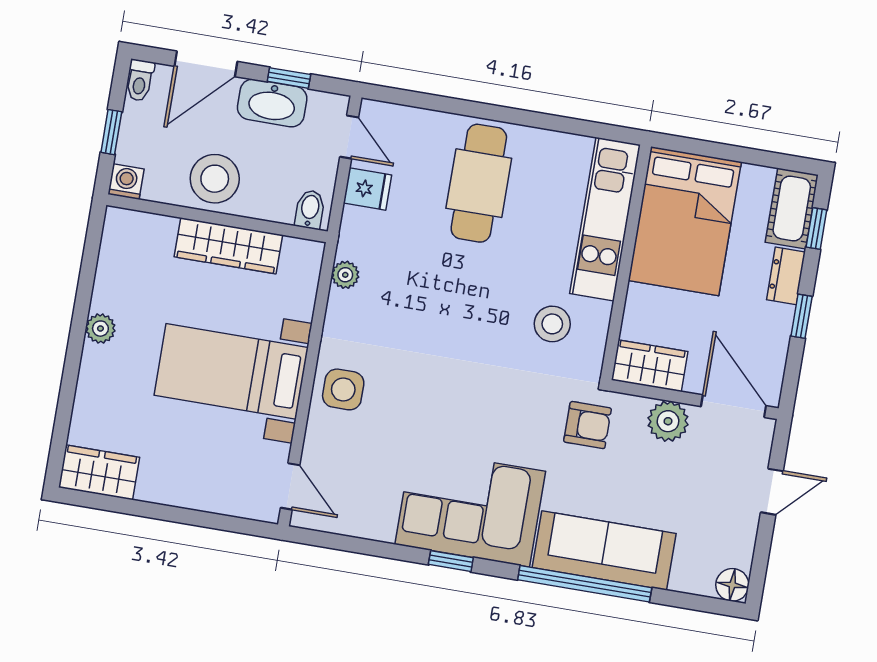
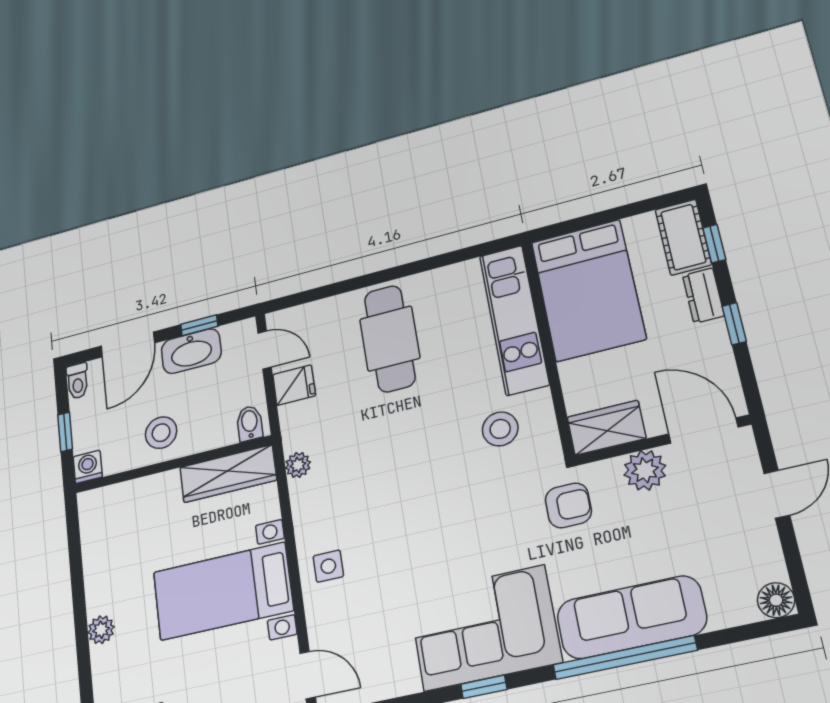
stool: (215, 179) -> (161, 433), width x0.73, depth x0.73
wardrobe: (228, 246) -> (228, 474), moved
plant: (100, 329) -> (101, 630), moved
side table: (343, 389) -> (328, 566), width x0.73, depth x0.73

